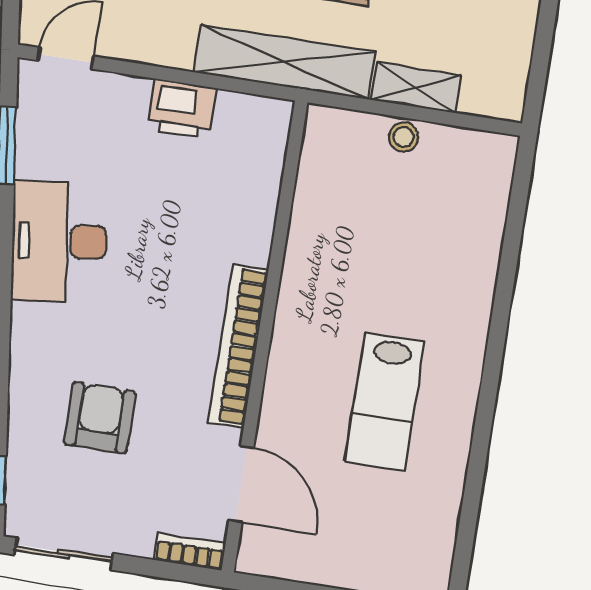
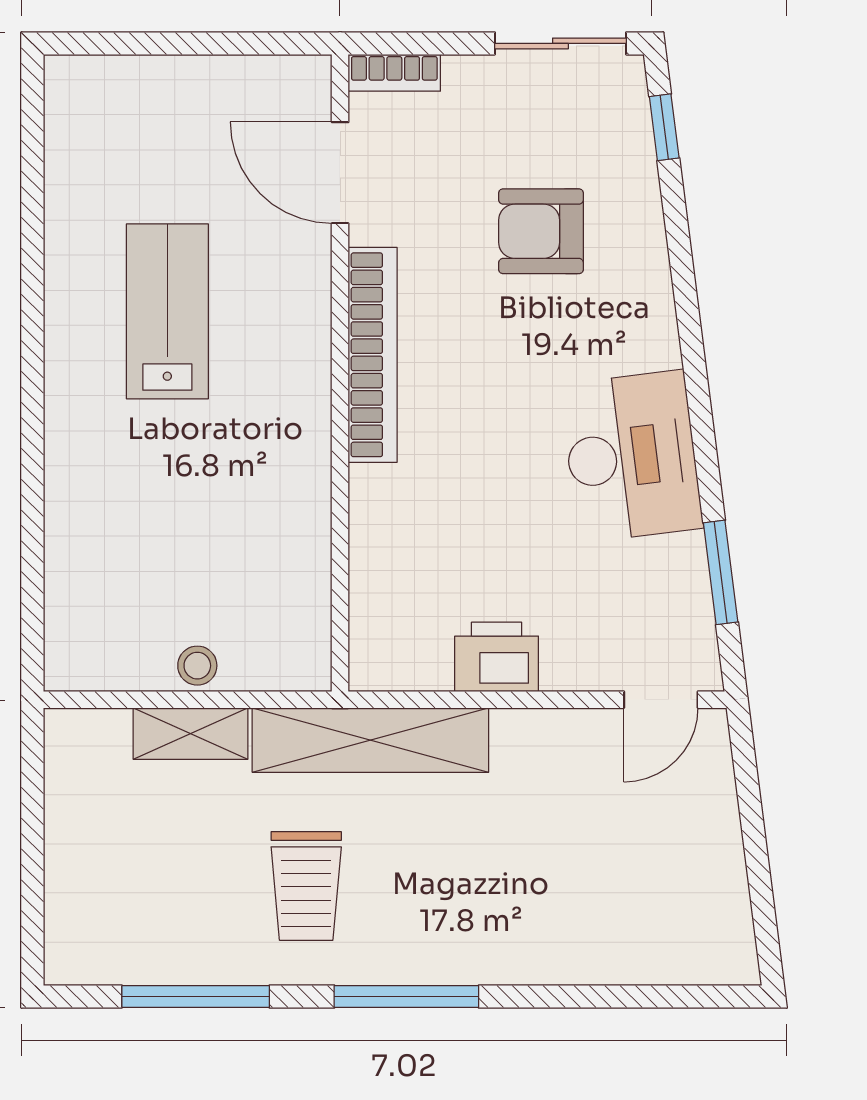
armchair: (100, 418) -> (541, 231), turned 90

